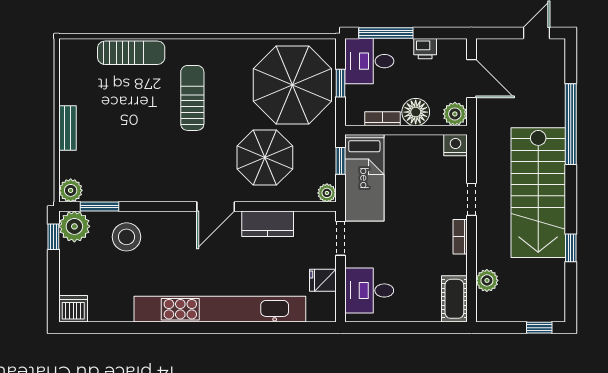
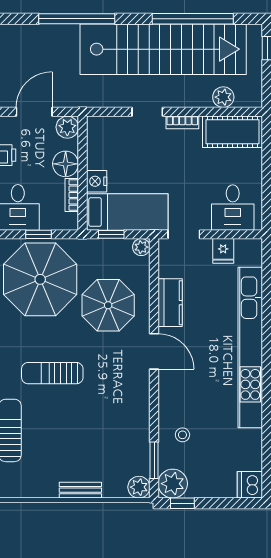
nightstand: (455, 145) -> (97, 181), moved
stairs: (538, 193) -> (163, 49), width x1.36
stool: (126, 237) -> (182, 435), width x0.53, depth x0.53
window: (571, 248) -> (193, 19), width x3.17
cot: (454, 299) -> (232, 132), width x1.37, depth x1.34

